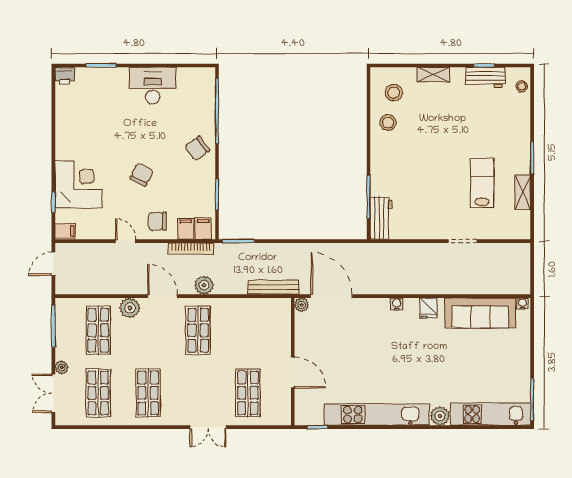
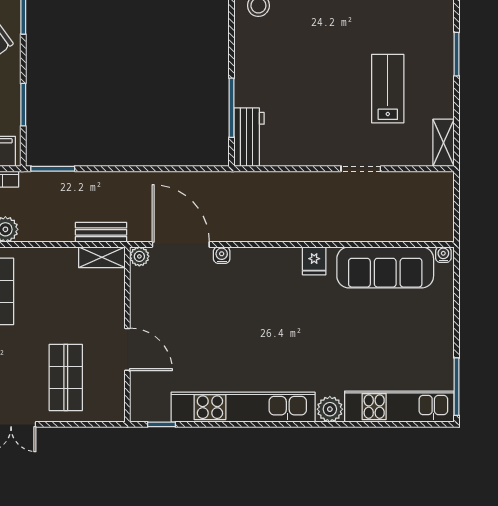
shelving: (523, 192) -> (444, 143), moved
bench: (274, 287) -> (101, 232), width x0.73
water cooler: (397, 304) -> (222, 255), moved
shelving: (274, 305) -> (102, 257), added

